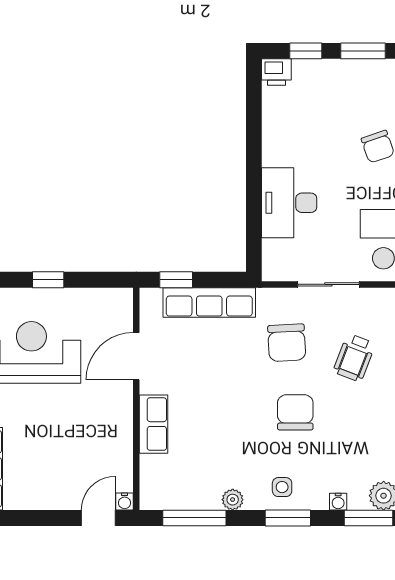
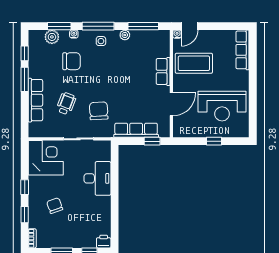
chair: (295, 412) -> (72, 61), moved, turned -90
coffee table: (90, 441) -> (194, 63), added
window: (288, 518) -> (98, 26), width x1.44

